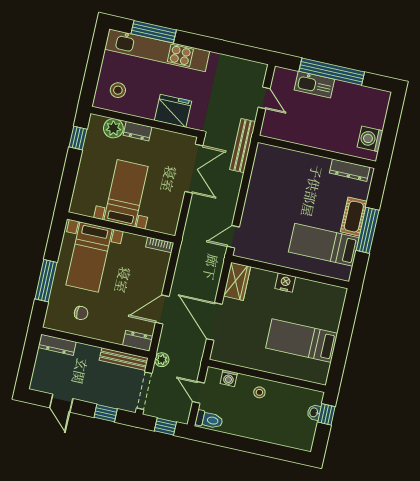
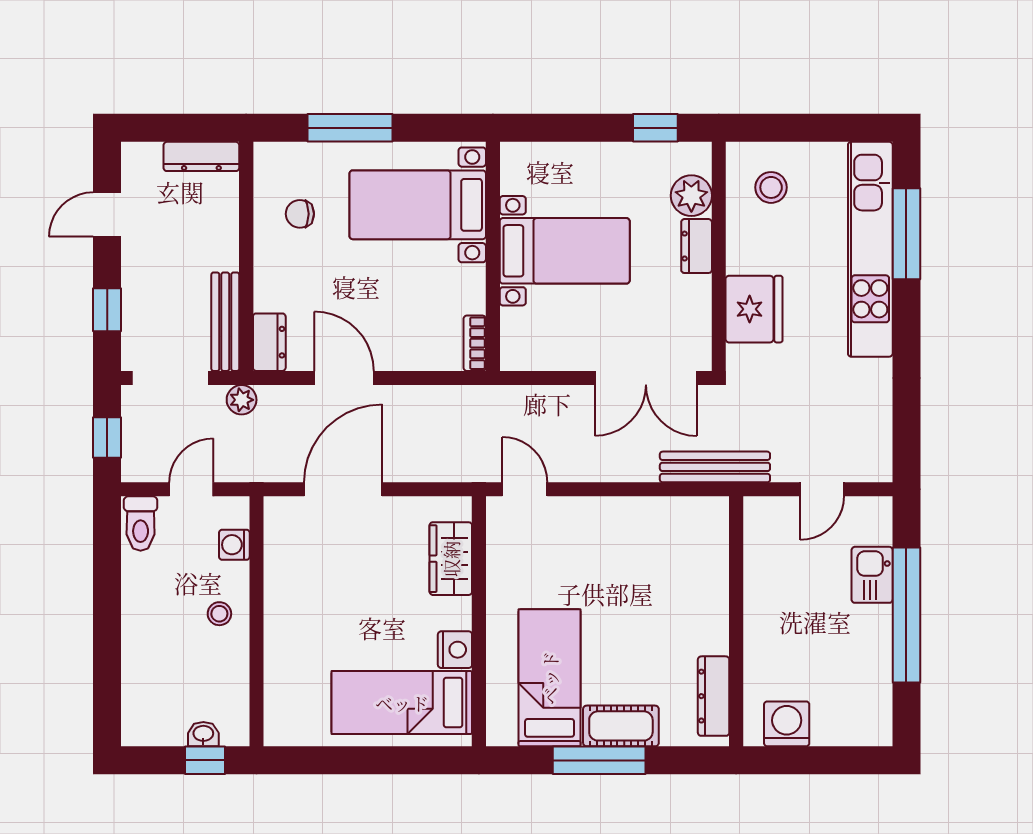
kitchen sink: (314, 85) -> (872, 575), width x0.73
wardrobe: (237, 281) -> (451, 559), moved, turned 90
nightstand: (285, 283) -> (455, 650), moved
chair: (81, 313) -> (300, 214), turned 90
bed: (302, 341) -> (402, 703), moved, turned -90
dresser: (57, 345) -> (201, 156), moved, turned -90

